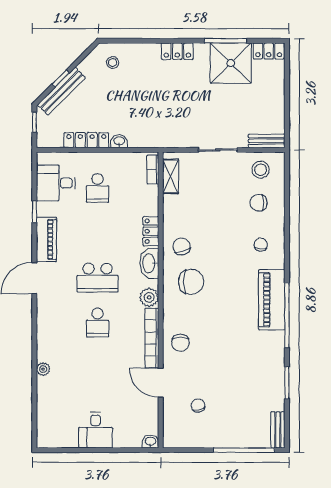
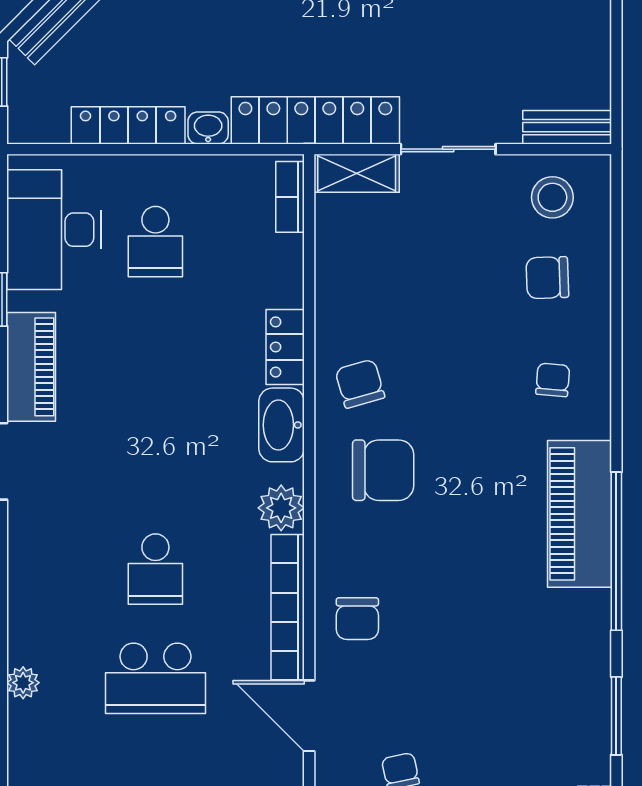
locker: (163, 138) -> (315, 120), added
shelving: (171, 176) -> (357, 173), moved, turned 90
desk: (56, 183) -> (54, 230), width x1.37
school desk: (98, 278) -> (155, 678), moved

